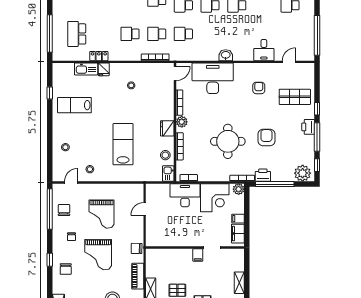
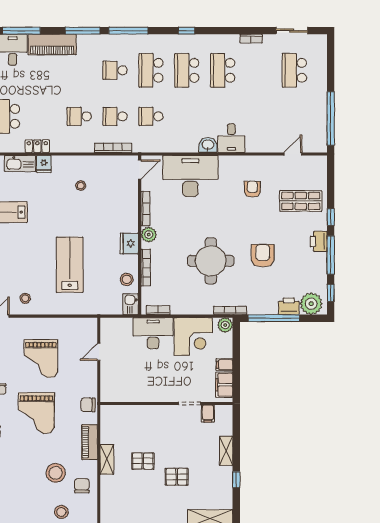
desk: (264, 50) -> (231, 138), moved
printer: (263, 175) -> (289, 306), moved
filing cabinet: (198, 255) -> (208, 414), moved

